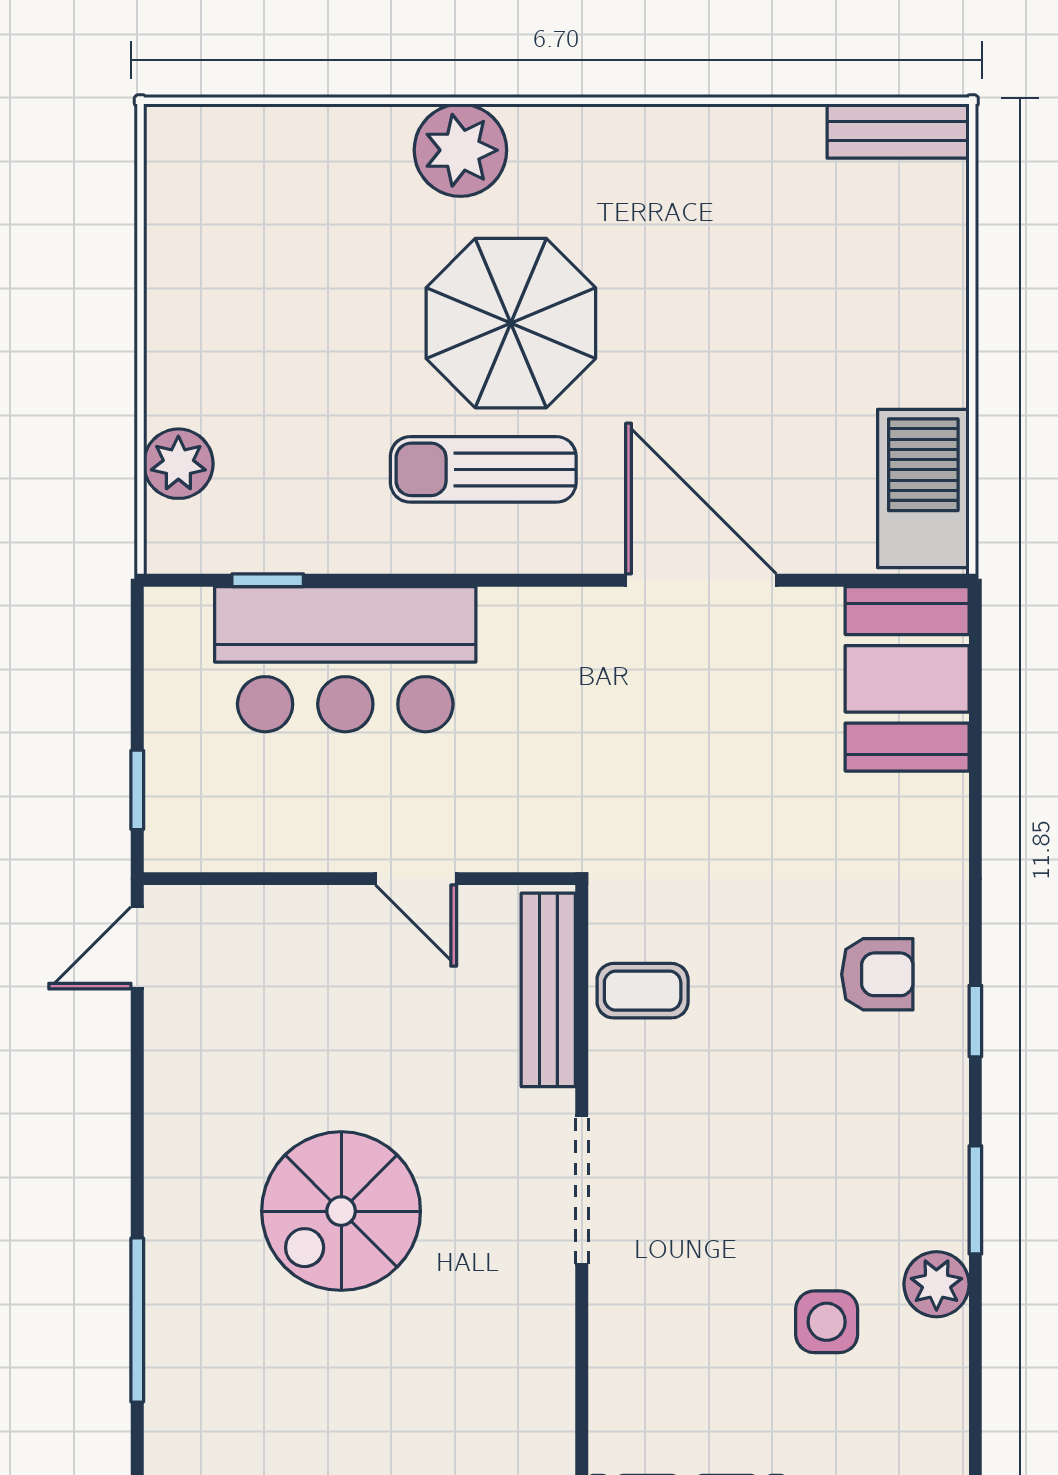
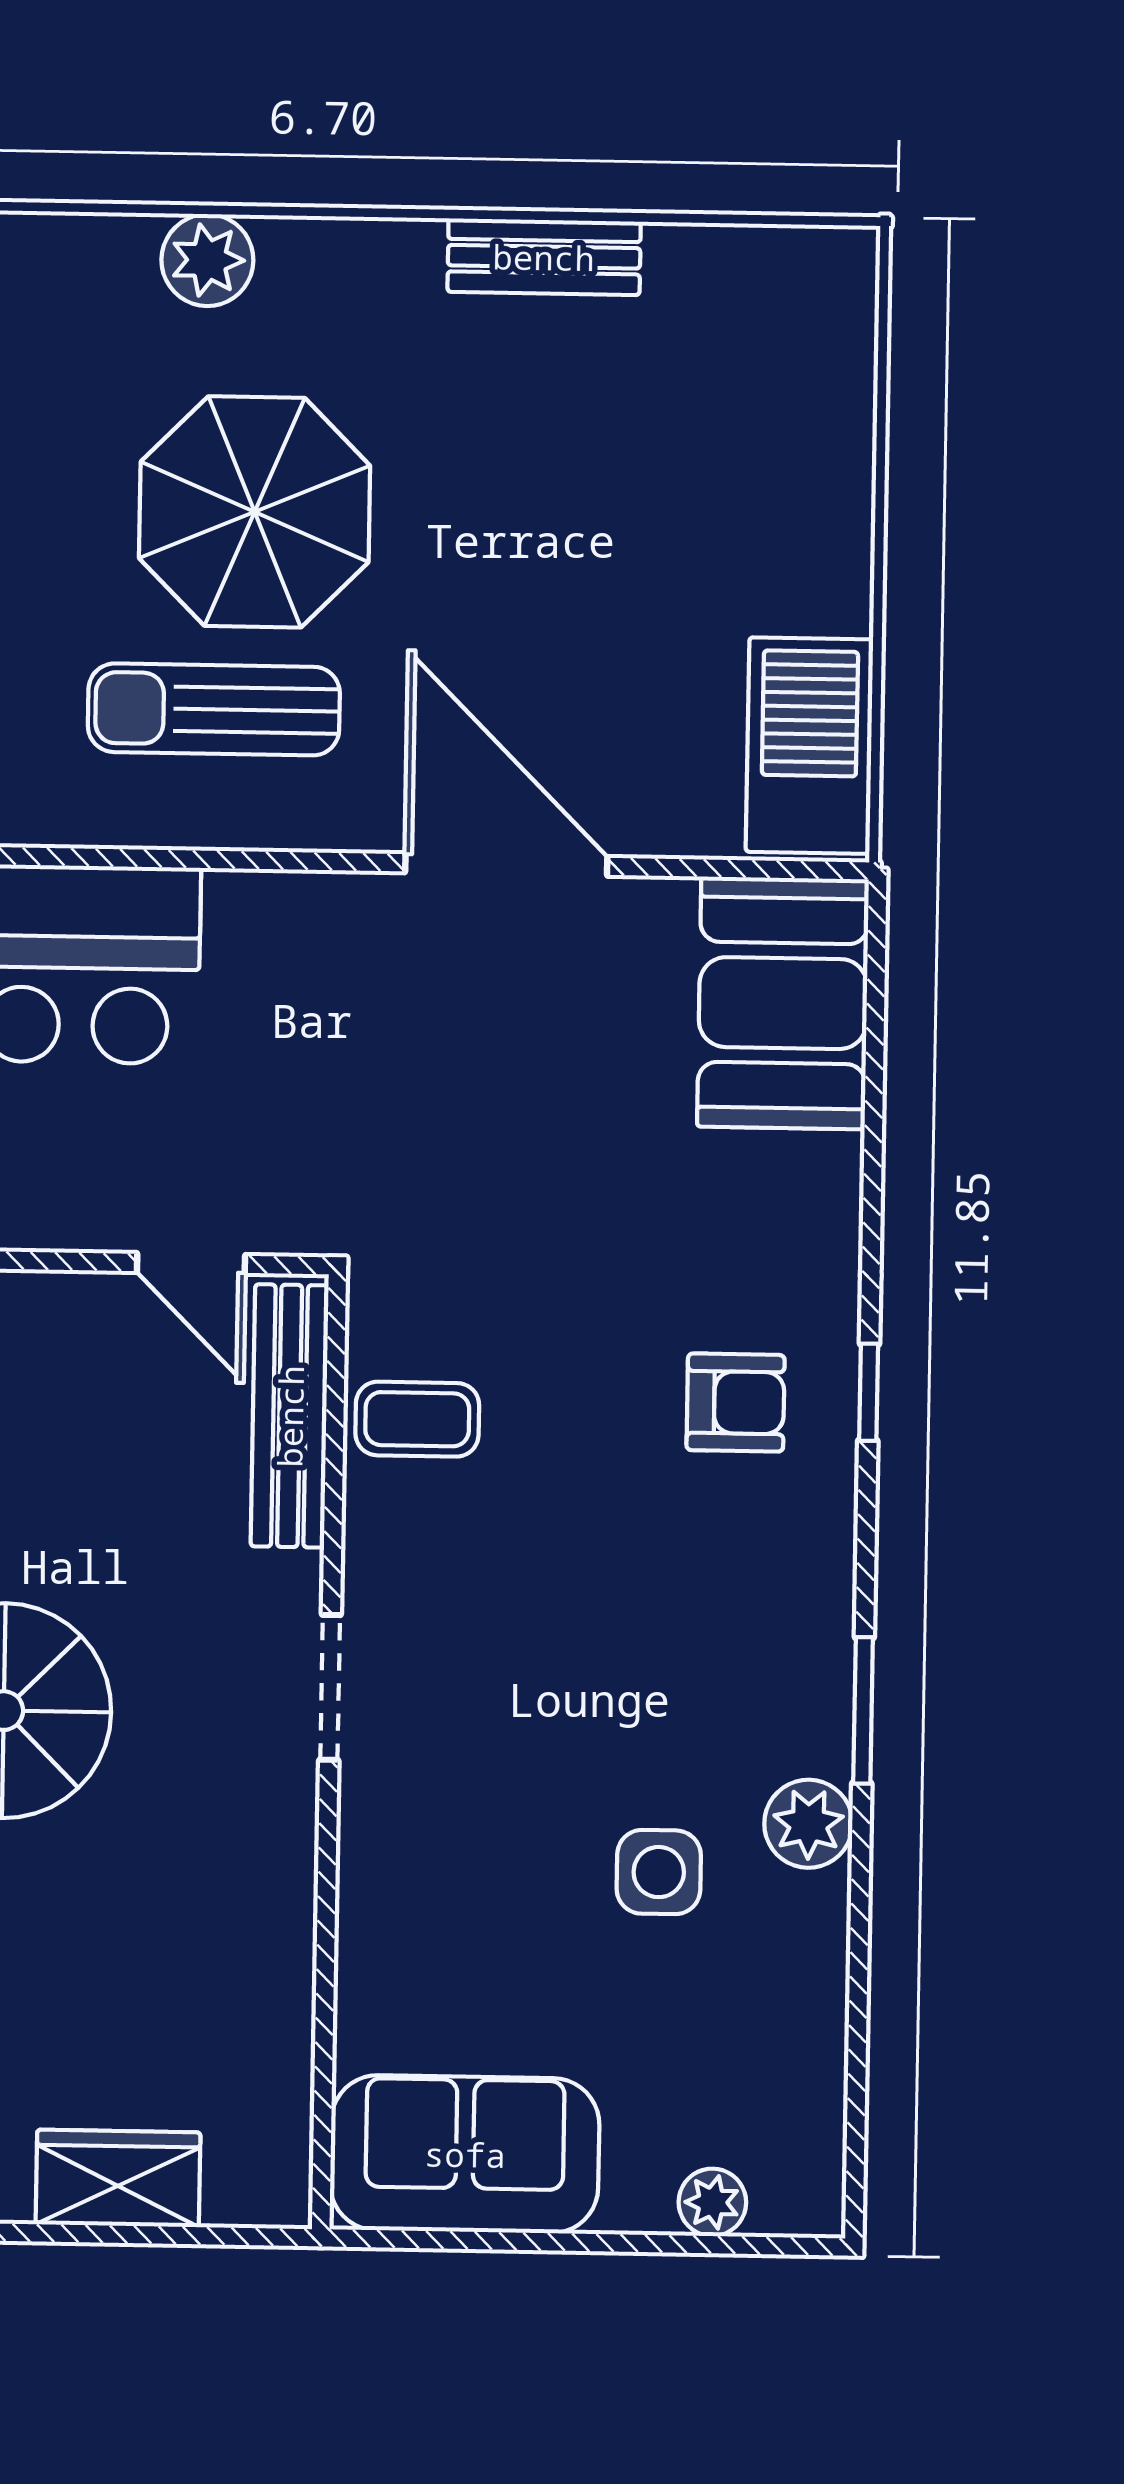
bench: (898, 131) -> (544, 257), moved
plant: (460, 150) -> (207, 260), width x0.73, depth x0.73
door: (416, 879) -> (191, 1263), moved
window: (975, 1021) -> (869, 1392), moved
doorway: (582, 1190) -> (330, 1687), width x0.73

